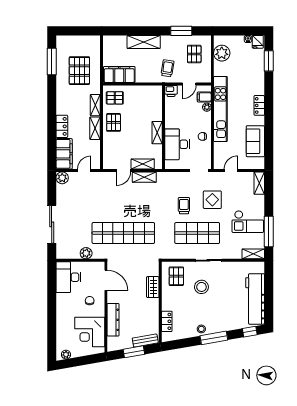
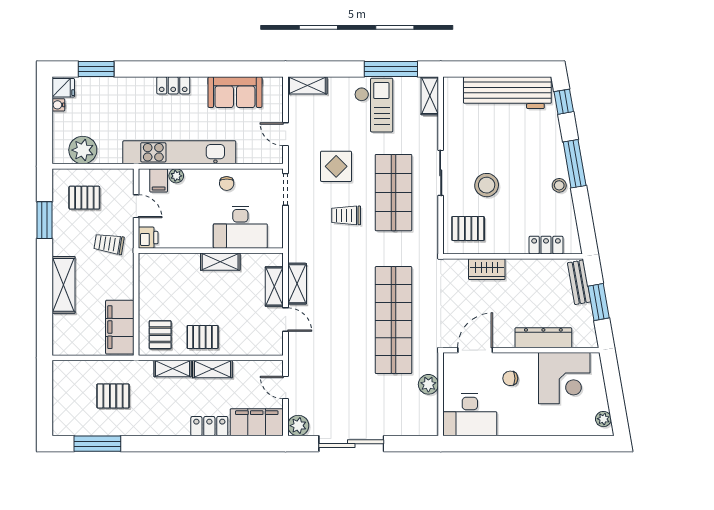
pallet: (79, 71) -> (113, 396), width x0.67, depth x0.71
sliding door: (52, 224) -> (351, 444), moved

